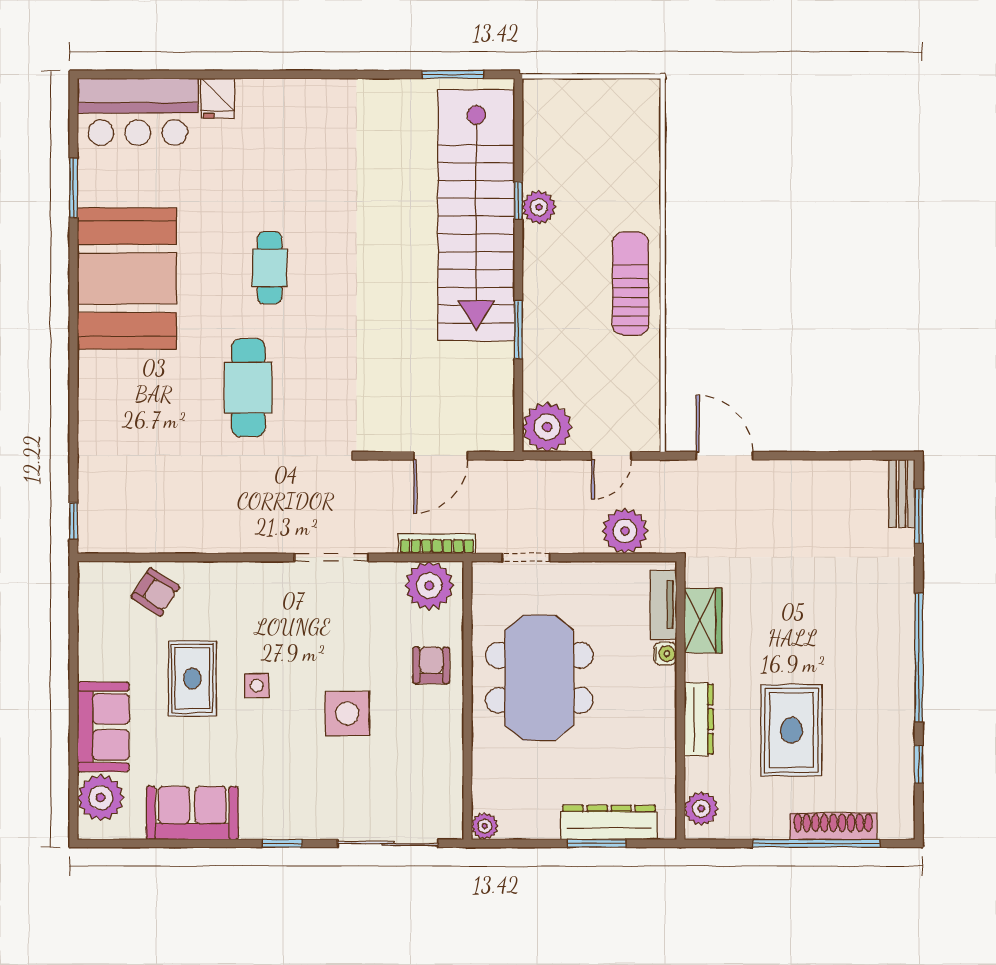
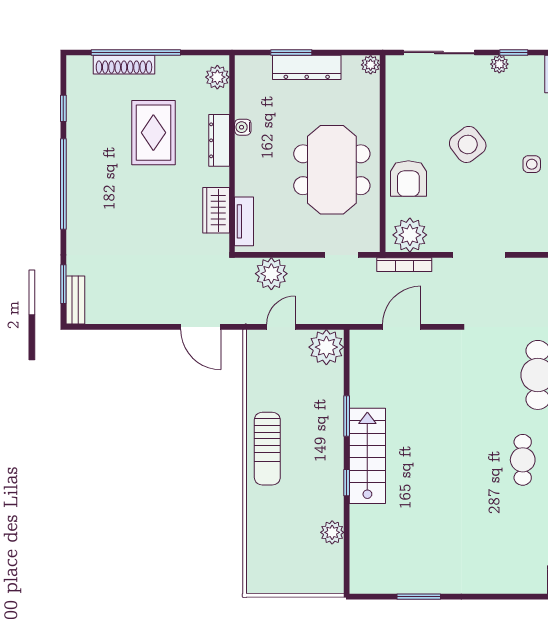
window: (453, 74) -> (419, 597), moved
window: (518, 201) -> (347, 483), moved
plant: (539, 207) -> (332, 532), moved
stairs: (476, 215) -> (367, 456), width x0.54, depth x0.66
water cooler: (665, 654) -> (243, 127), moved
armchair: (431, 665) -> (408, 179), width x1.38, depth x1.38
side table: (347, 714) -> (468, 144), turned -38
dresser: (609, 822) -> (307, 67), moved
plant: (303, 827) -> (499, 64), added

